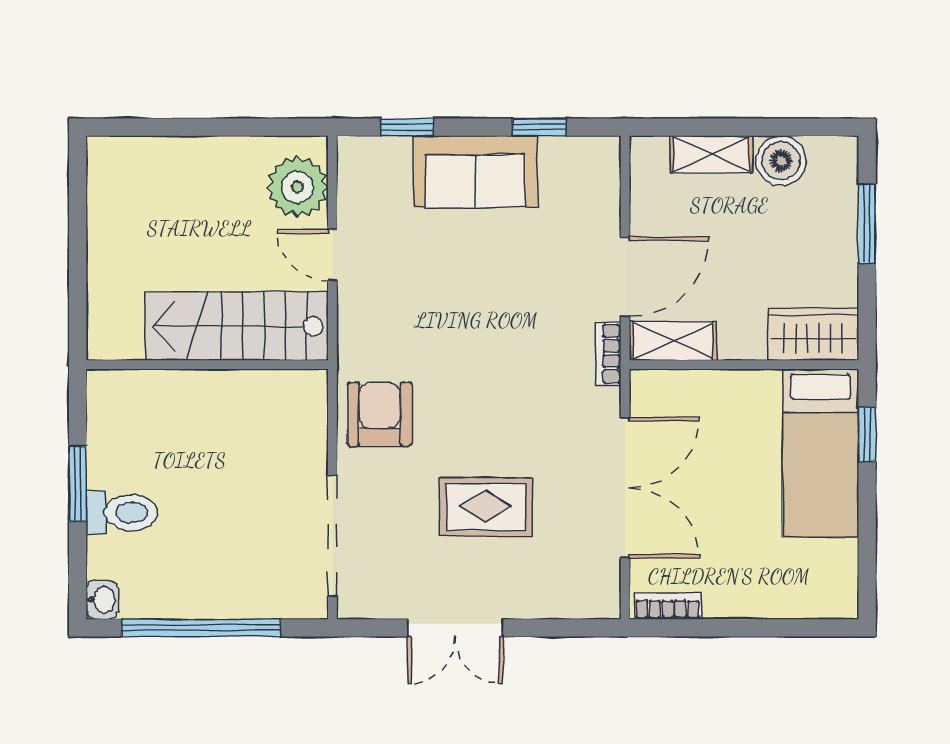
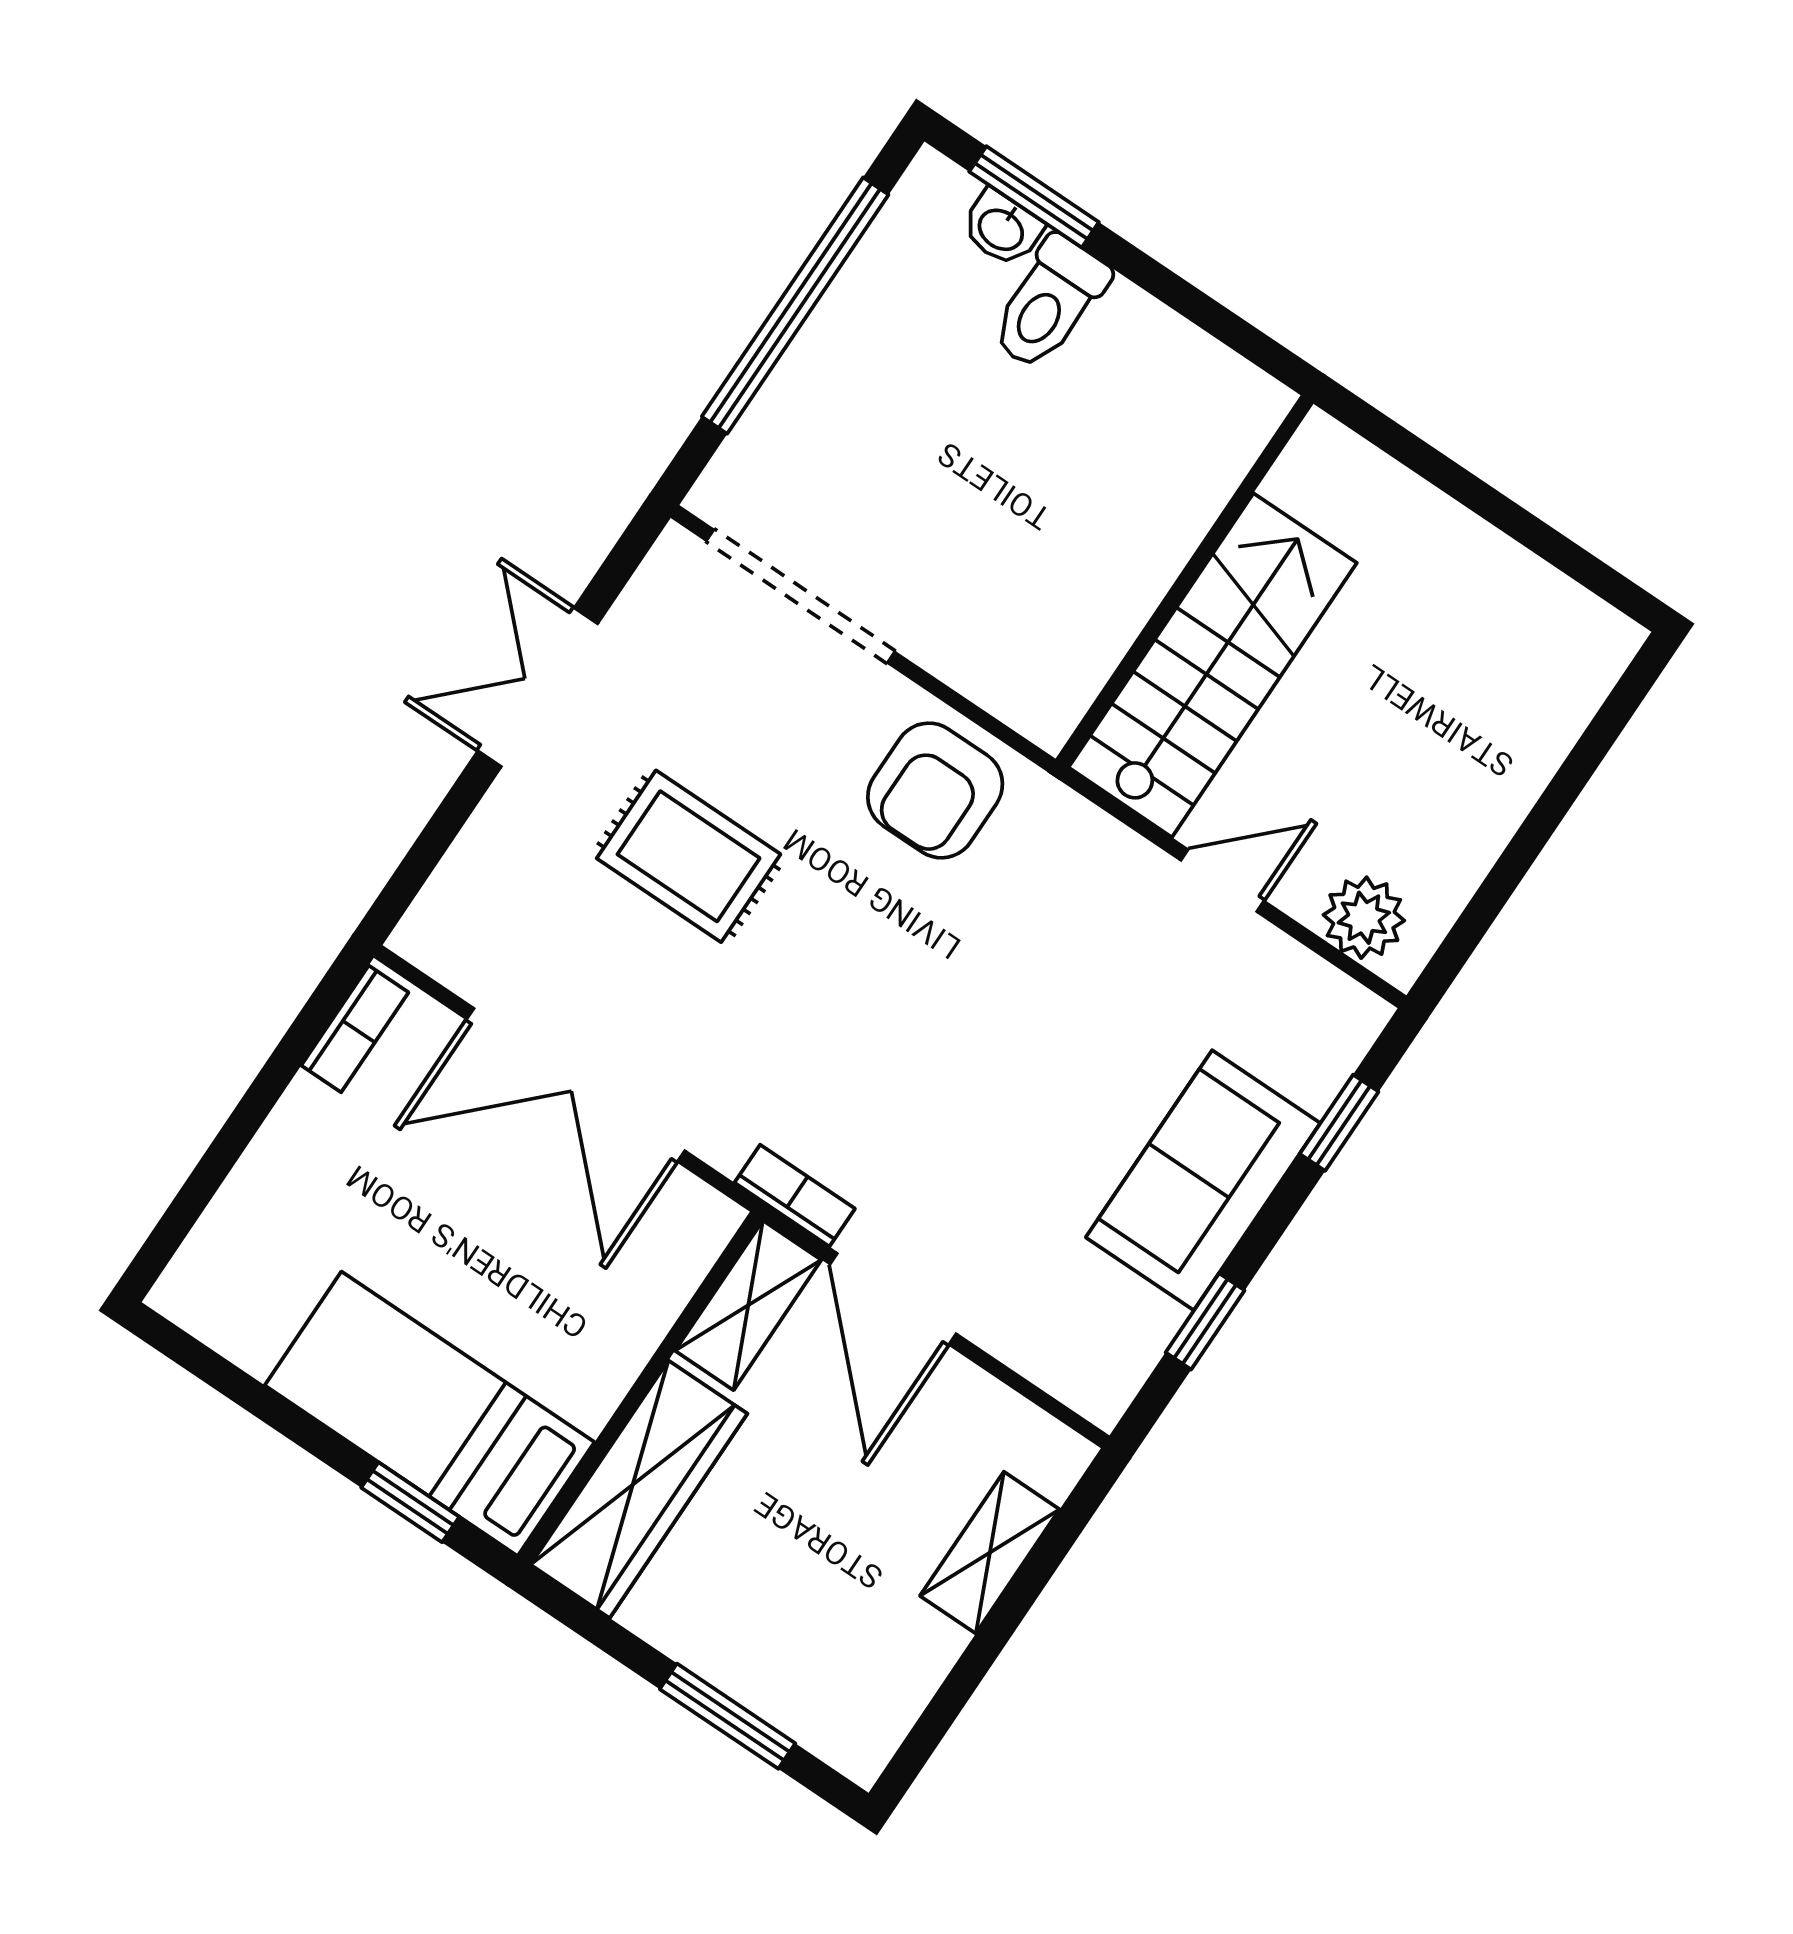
boiler: (781, 161) -> (910, 1651), removed
plant: (297, 187) -> (1364, 918), width x0.73, depth x0.73
wardrobe: (813, 334) -> (639, 1489), width x1.50
armchair: (380, 414) -> (935, 790), turned 90
window: (78, 484) -> (1034, 197), moved
rug: (486, 507) -> (689, 856), turned 90
washbasin: (102, 600) -> (1002, 228), moved

